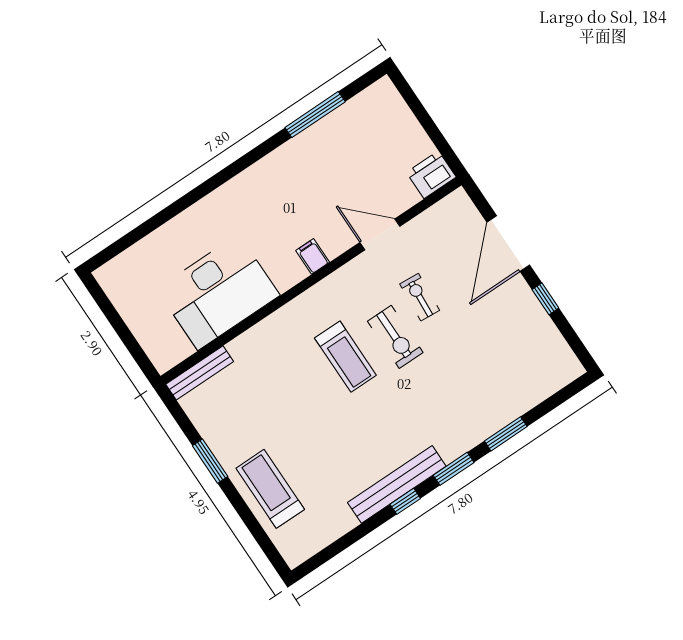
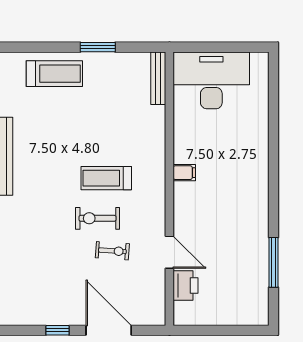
printer: (431, 175) -> (186, 285), moved
door: (380, 234) -> (169, 252), hinge flipped
filing cabinet: (313, 256) -> (184, 173), moved
desk: (218, 292) -> (211, 80), moved, turned 90

